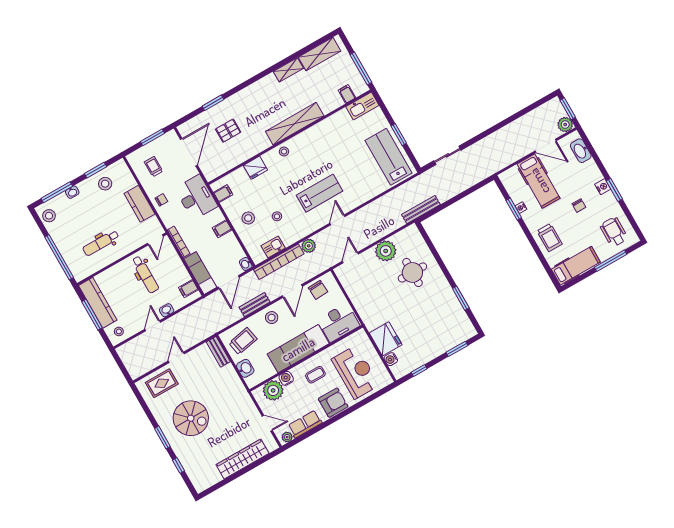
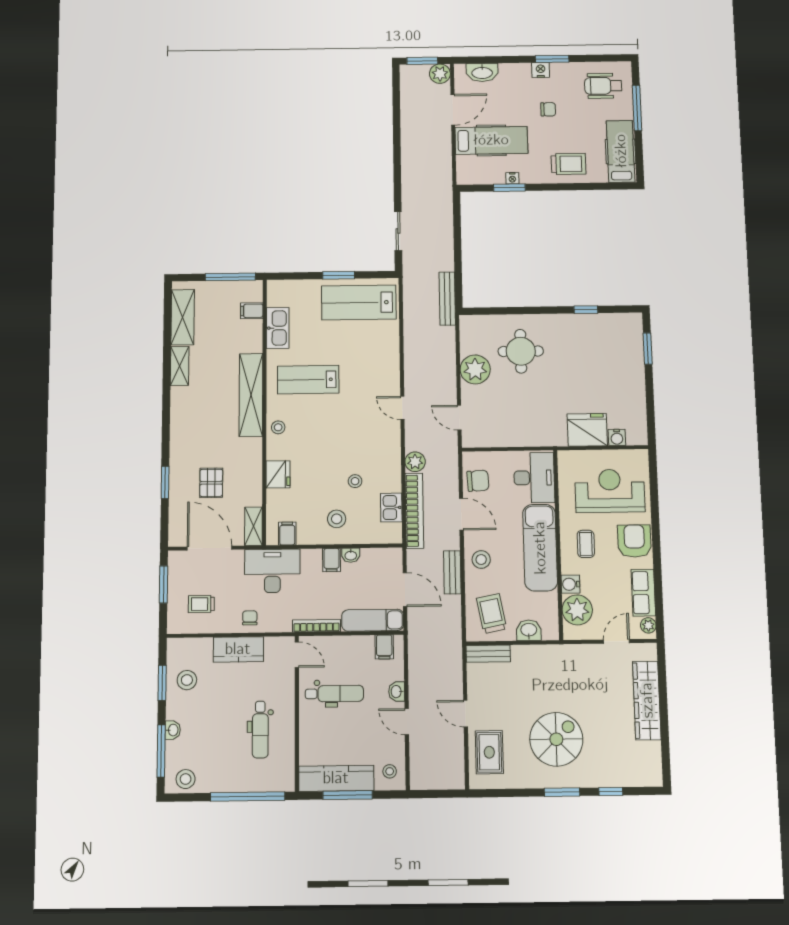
kitchen sink: (362, 106) -> (278, 328), moved
shelving: (216, 171) -> (253, 526), added
lab bench: (320, 193) -> (308, 380), moved, turned -90
washbasin: (246, 264) -> (351, 555), moved
window: (461, 298) -> (586, 310), width x0.67
window: (419, 370) -> (650, 410), removed

